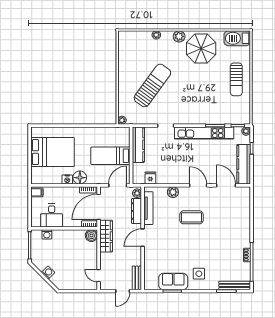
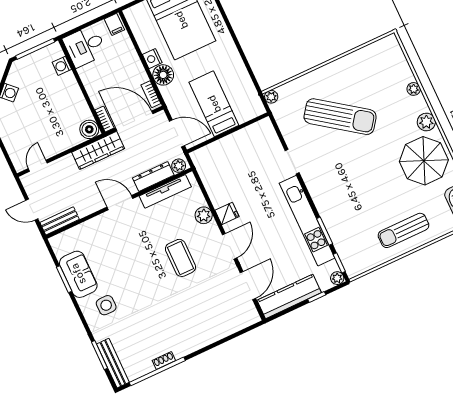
kitchen counter: (138, 145) -> (248, 136), removed
fridge: (150, 178) -> (227, 213), moved
desk: (52, 216) -> (85, 46), moved

